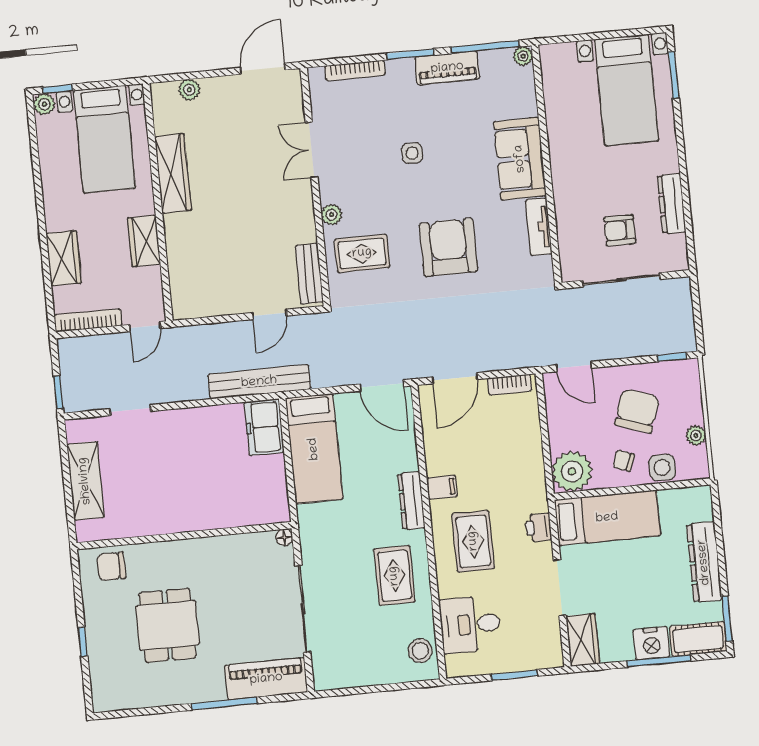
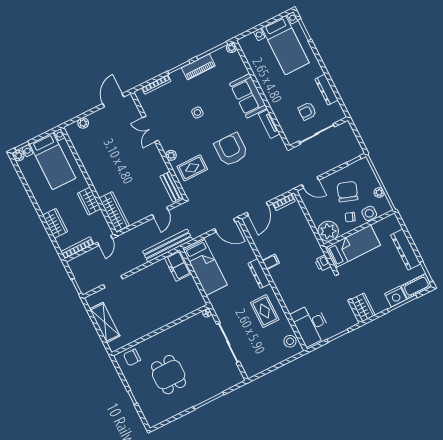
wardrobe: (173, 173) -> (114, 212), moved
rug: (473, 541) -> (295, 281), removed
desk: (470, 624) -> (311, 325), width x1.37
piano: (266, 679) -> (224, 382), removed

